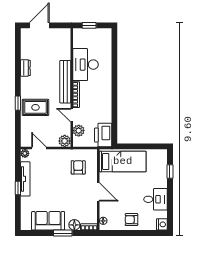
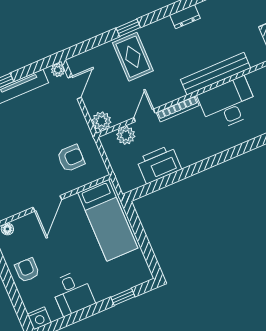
bench: (65, 82) -> (216, 74), moved
printer: (103, 135) -> (159, 164), moved

